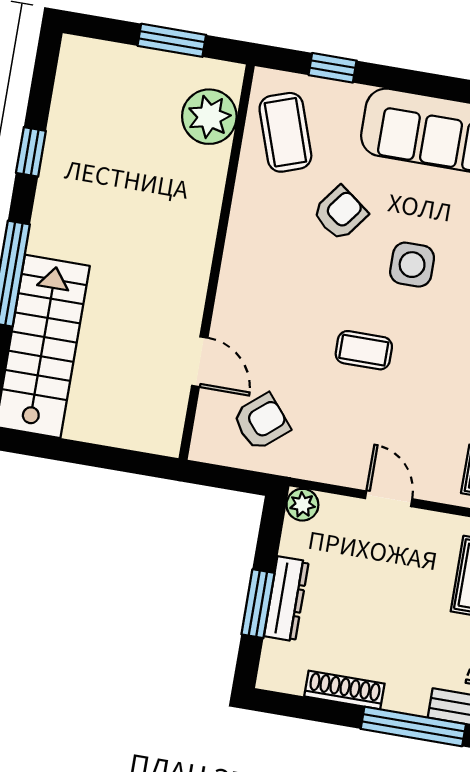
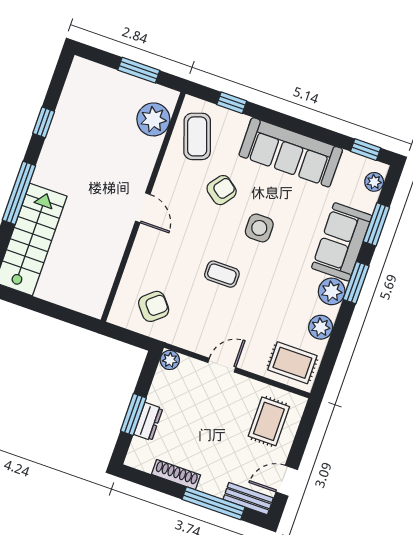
door: (200, 362) -> (143, 208), moved
door: (389, 499) -> (222, 365), hinge flipped
dresser: (286, 599) -> (148, 421), width x0.70

